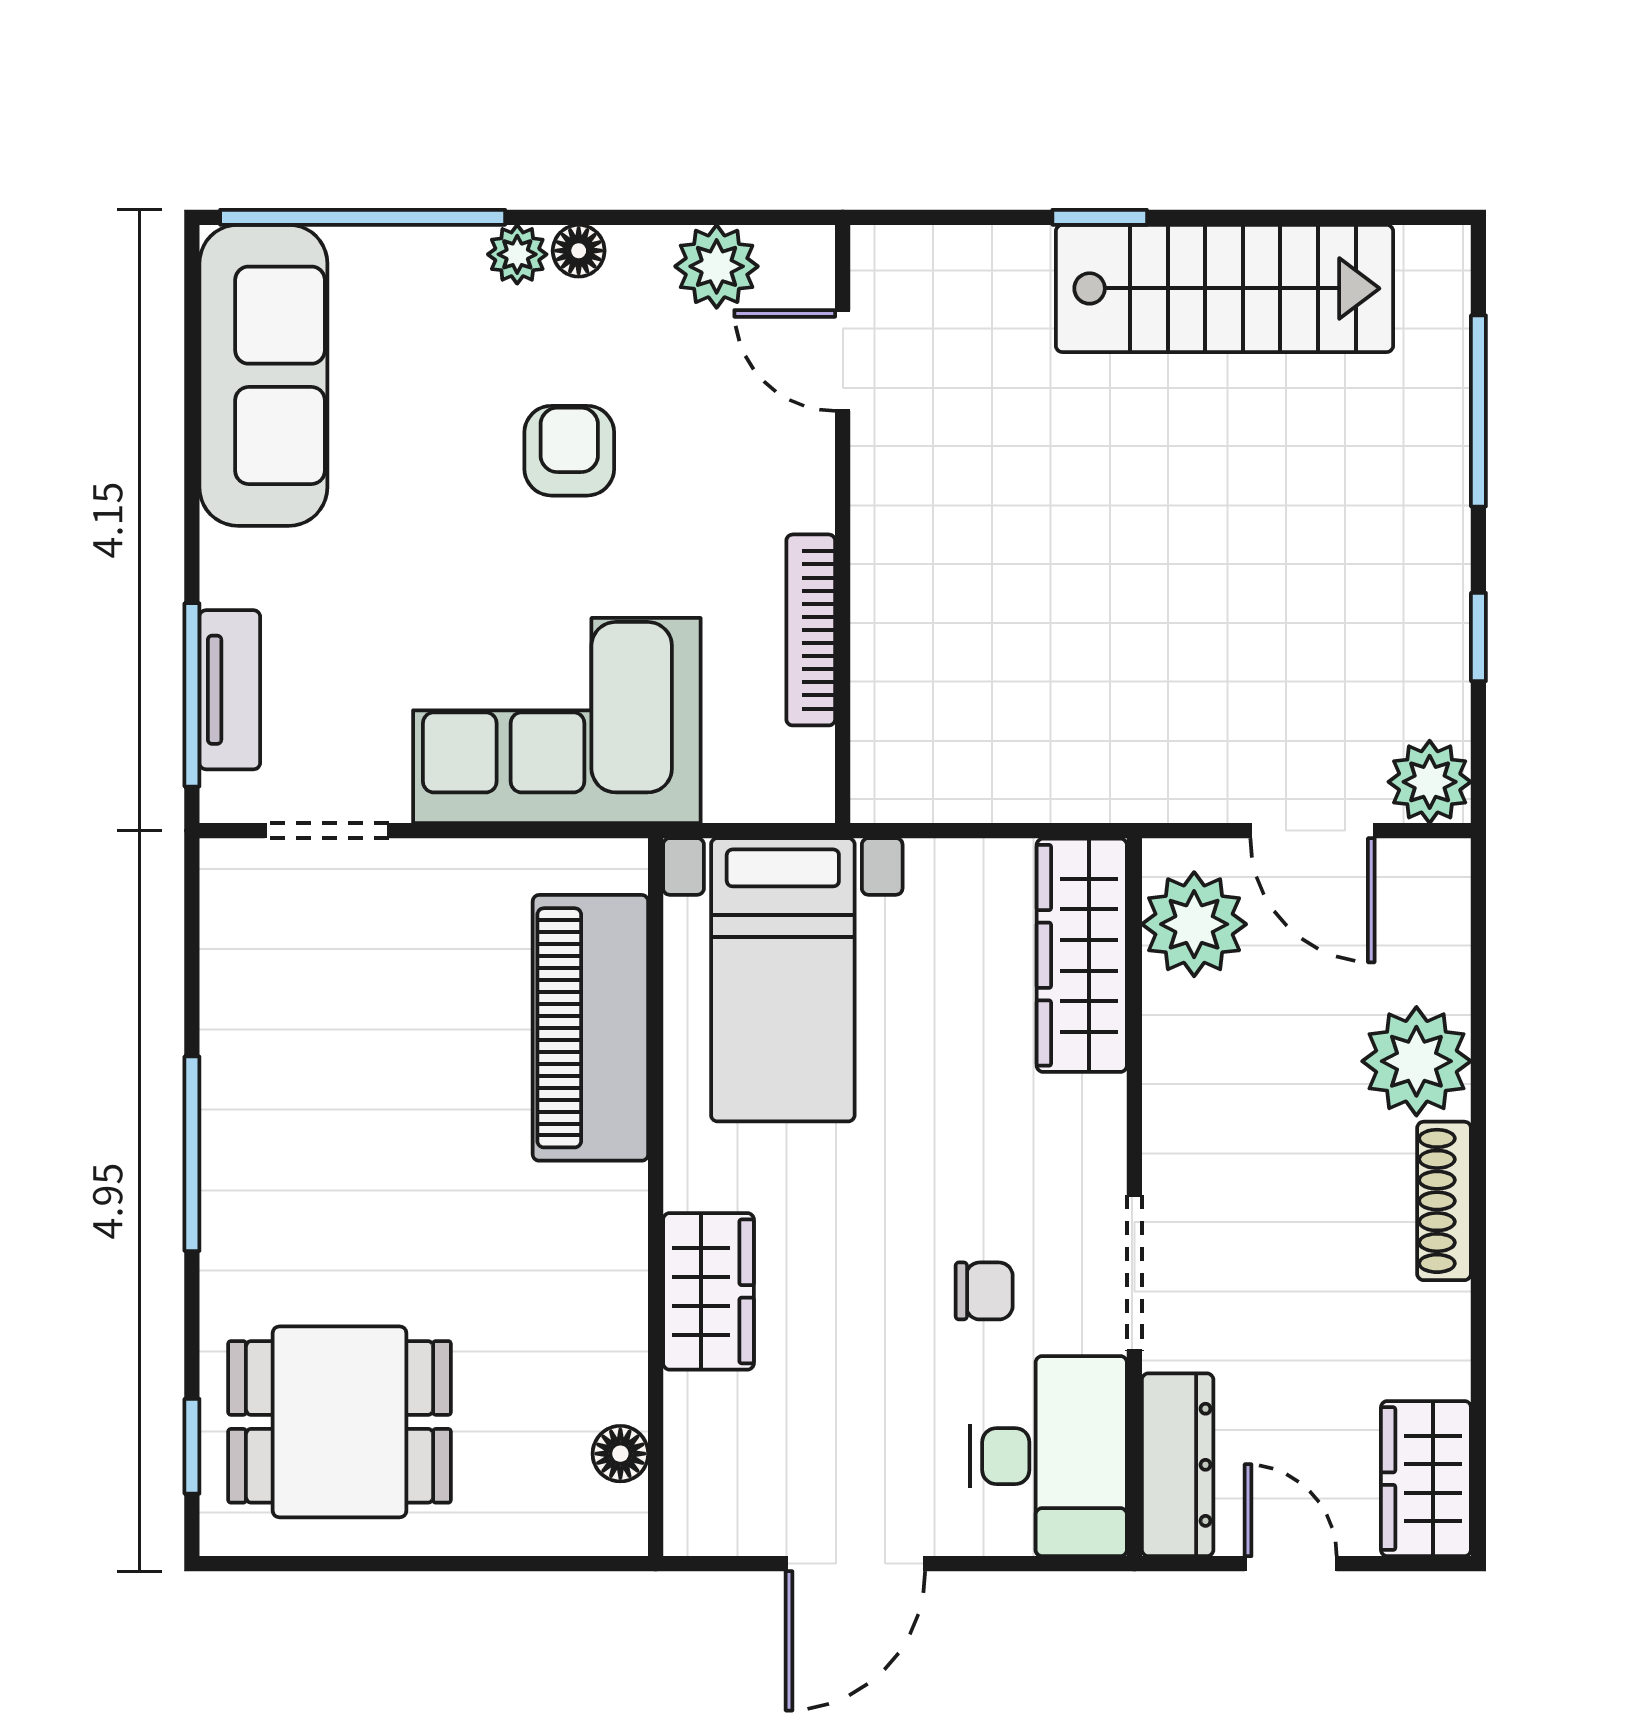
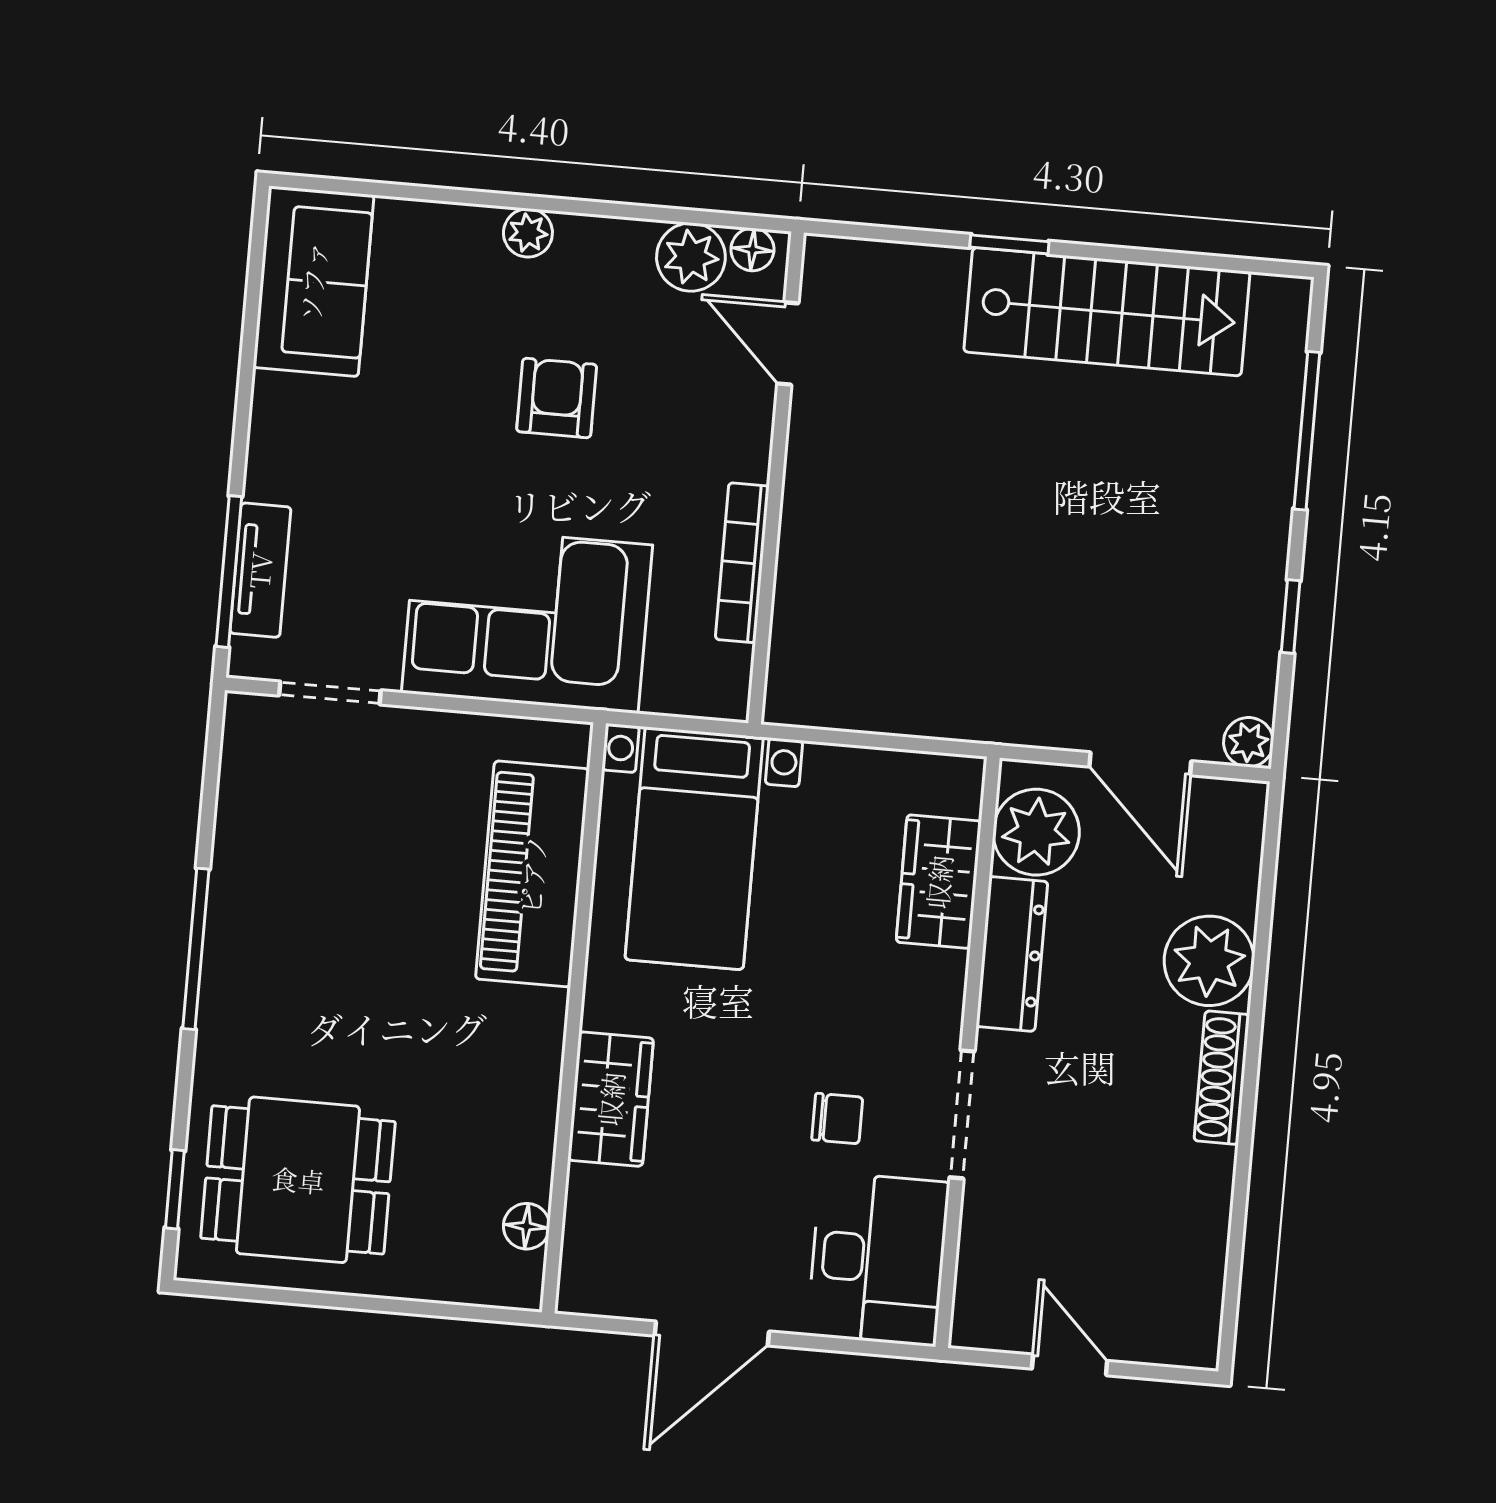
window: (363, 217) -> (404, 191), removed
floor lamp: (579, 251) -> (752, 250), moved
sofa: (263, 375) -> (313, 281), width x0.73
plant: (1430, 782) -> (1248, 742), width x0.73, depth x0.73
wardrobe: (1082, 955) -> (939, 882), width x0.67
dresser: (1178, 1465) -> (1012, 954), moved
wardrobe: (1426, 1479) -> (1187, 1305), removed

